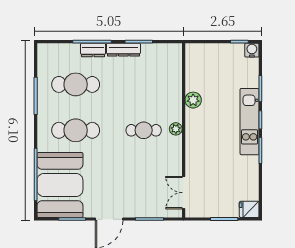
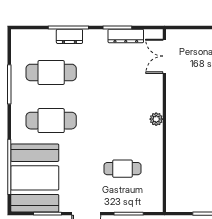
dresser: (123, 50) -> (126, 36), moved
plant: (193, 100) -> (174, 89), removed
cafe table: (144, 130) -> (122, 169), moved
double door: (184, 193) -> (164, 56), moved

